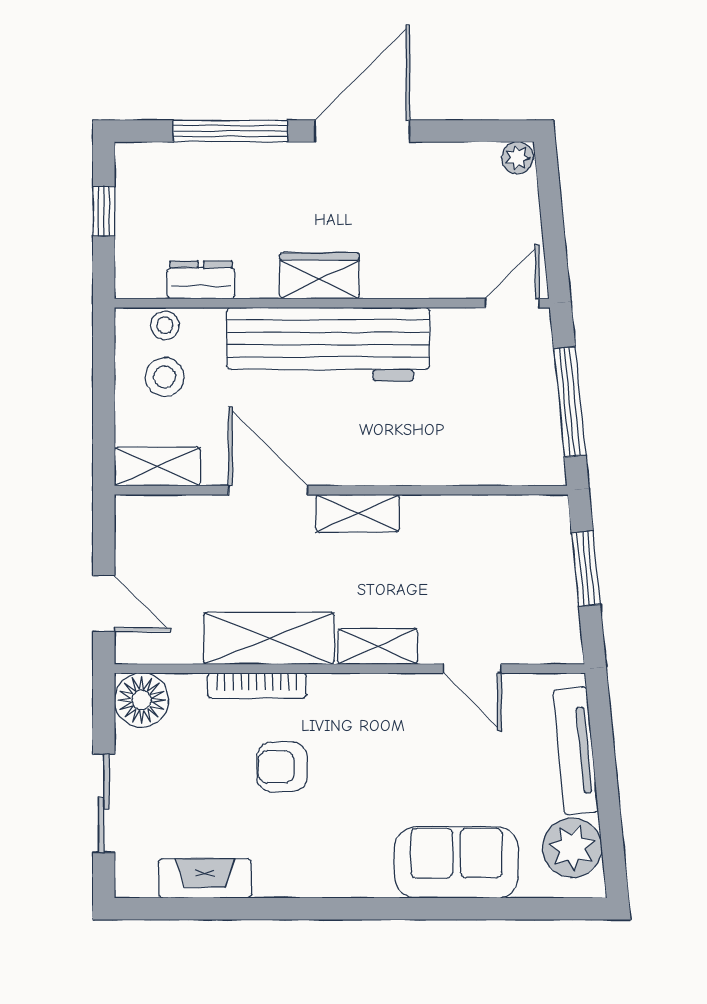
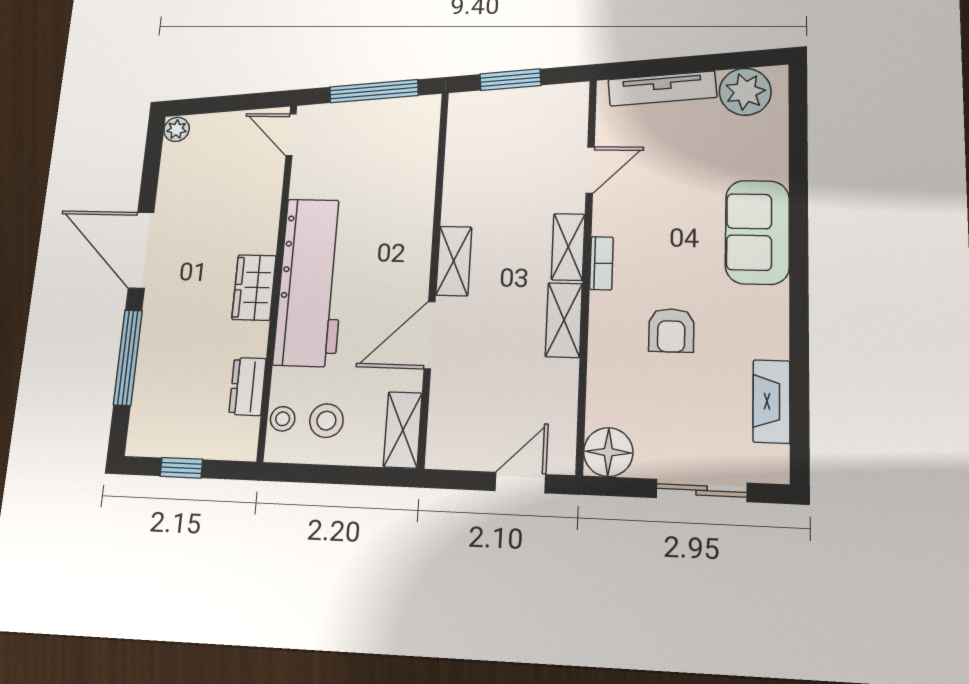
shelving: (269, 638) -> (564, 320), width x0.67, depth x0.75
bookcase: (257, 686) -> (601, 263), moved, width x0.64
sofa: (456, 862) -> (757, 232), moved

